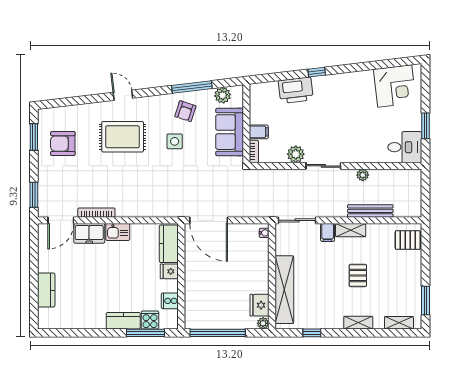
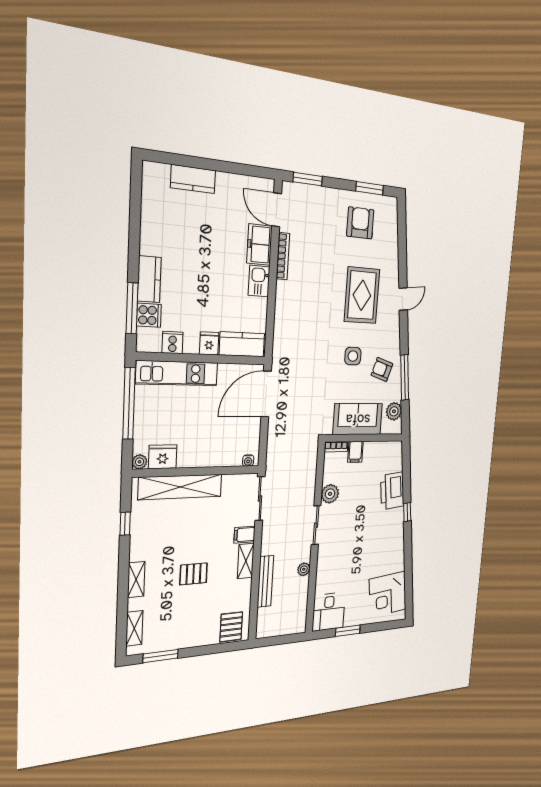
kitchen unit: (193, 296) -> (177, 373), added

